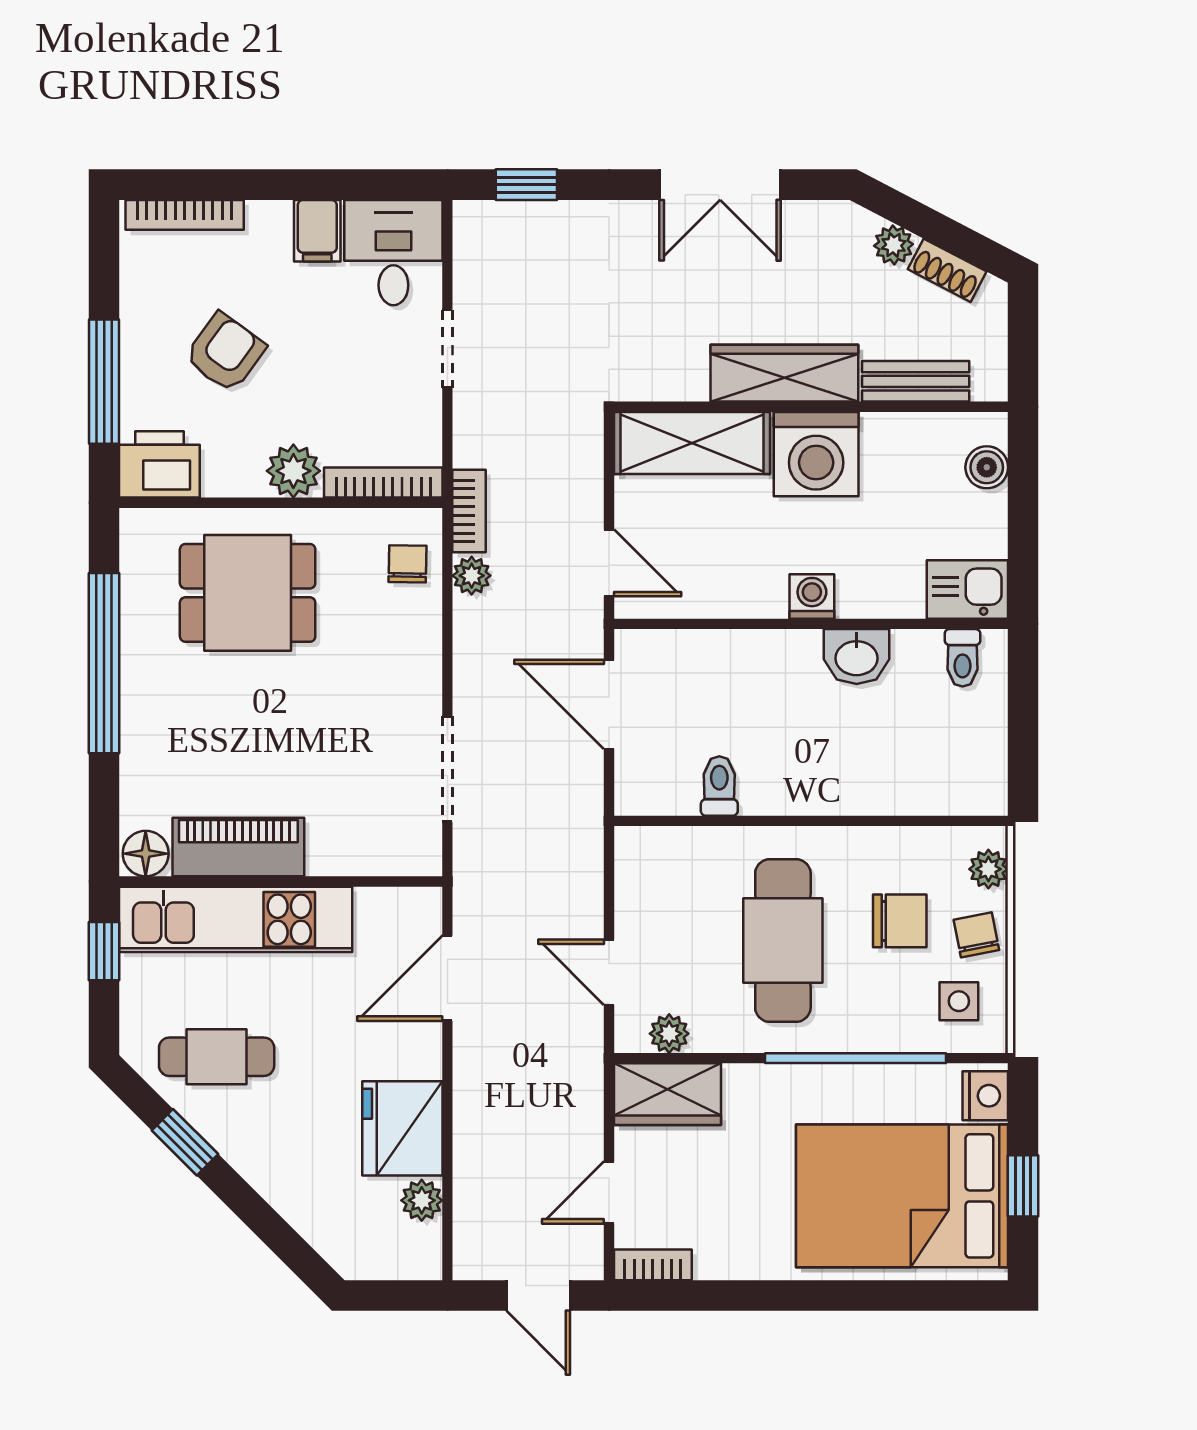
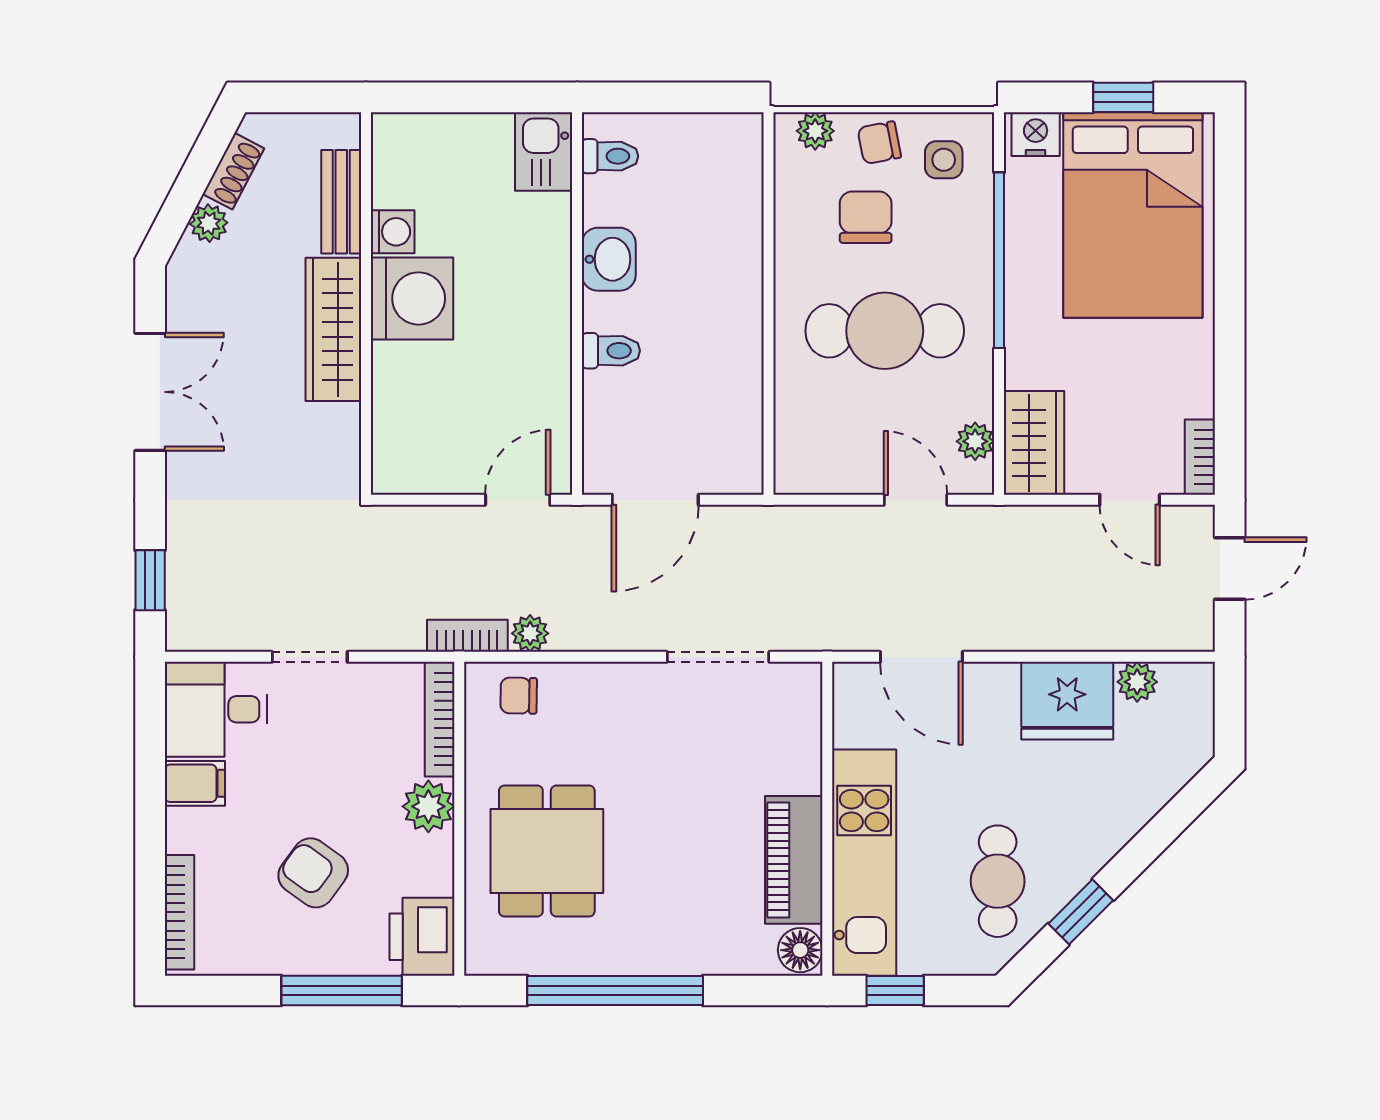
shelving: (692, 443) -> (401, 419), removed
boiler: (987, 467) -> (425, 133), removed
washing machine: (812, 597) -> (393, 232), moved, turned 180
toilet: (719, 786) -> (611, 351), moved, turned 180
door: (609, 972) -> (916, 500), swing flipped

